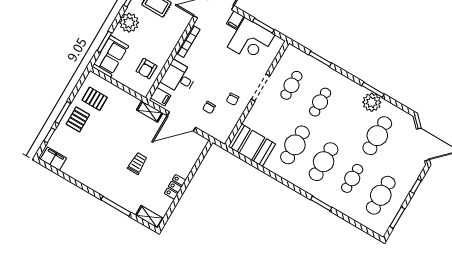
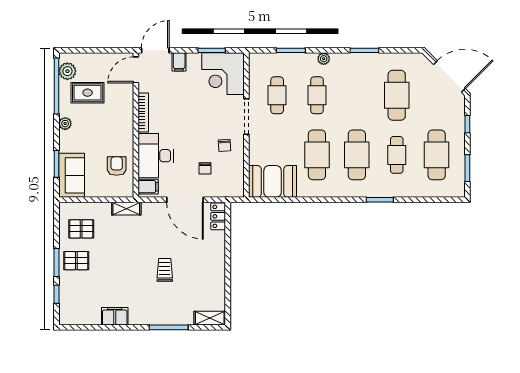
plant: (129, 23) -> (65, 124), width x0.53, depth x0.53
corner desk: (251, 41) -> (223, 74), moved, turned 90
armchair: (147, 69) -> (117, 166), turned 180
desk: (179, 78) -> (156, 156), width x1.37
plant: (372, 102) -> (324, 59), moved, width x0.53, depth x0.53
shelving: (150, 111) -> (126, 209), moved
pallet: (78, 119) -> (76, 261), turned 90
door: (181, 122) -> (185, 200), hinge flipped
filing cabinet: (53, 159) -> (115, 316), moved
locker: (175, 187) -> (218, 216), moved

